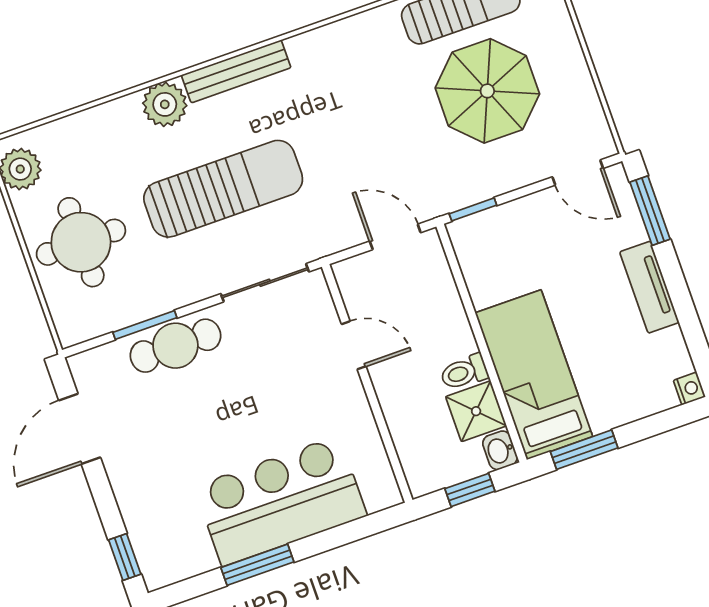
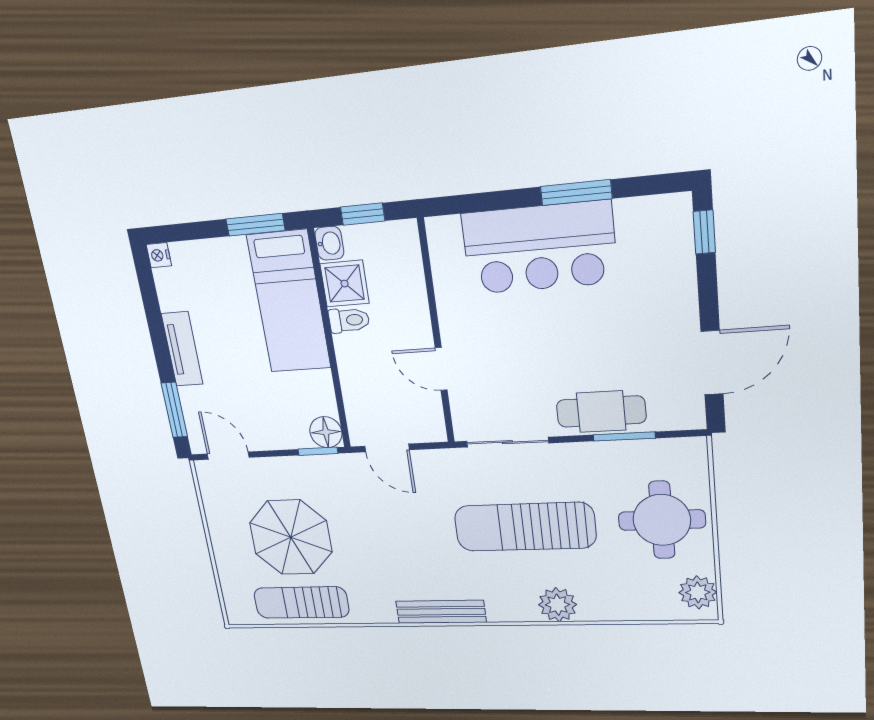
bench: (236, 71) -> (441, 612), moved
floor lamp: (468, 235) -> (326, 432), added

